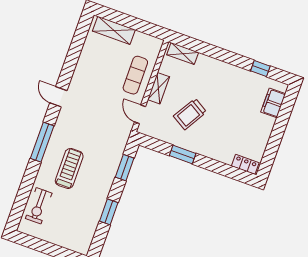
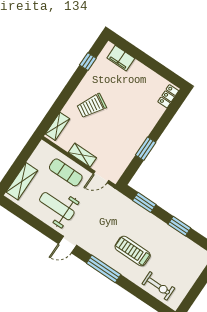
weight bench: (97, 75) -> (57, 206), added
trolley: (190, 114) -> (92, 106), moved, turned 89

